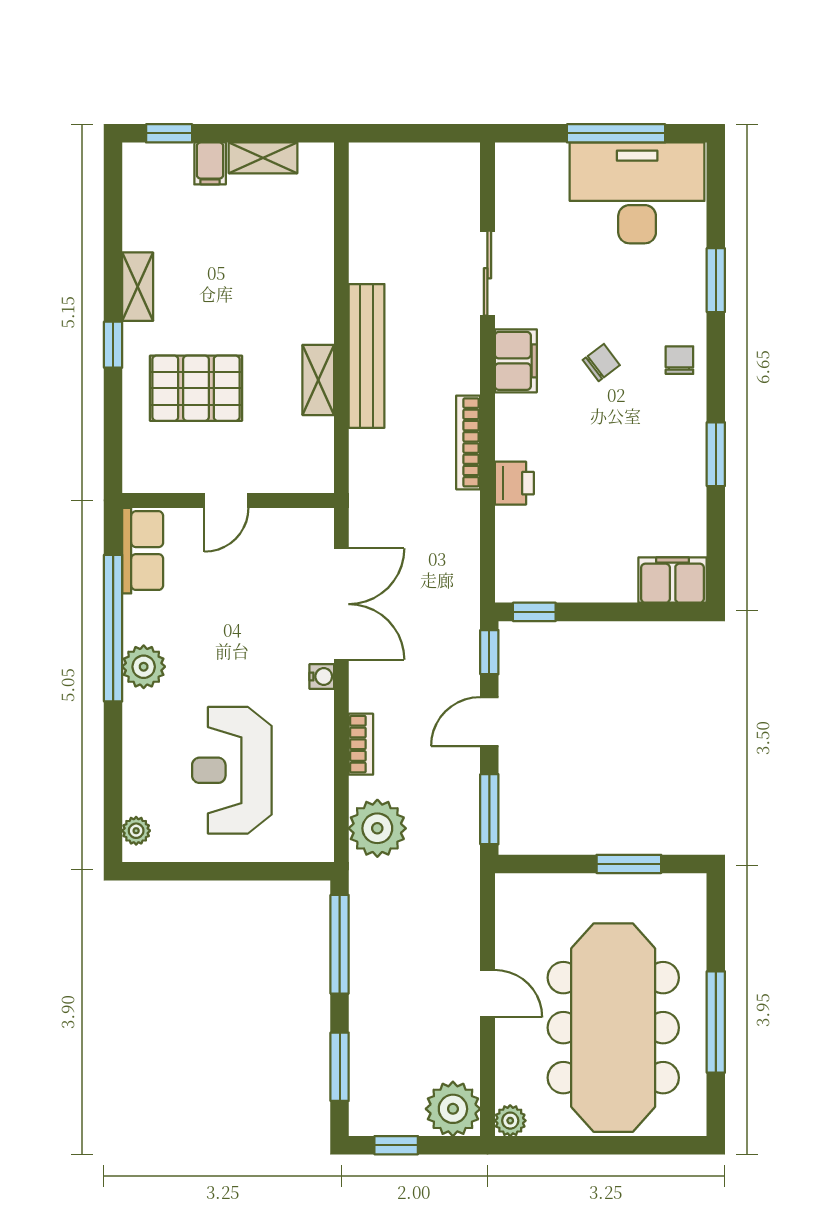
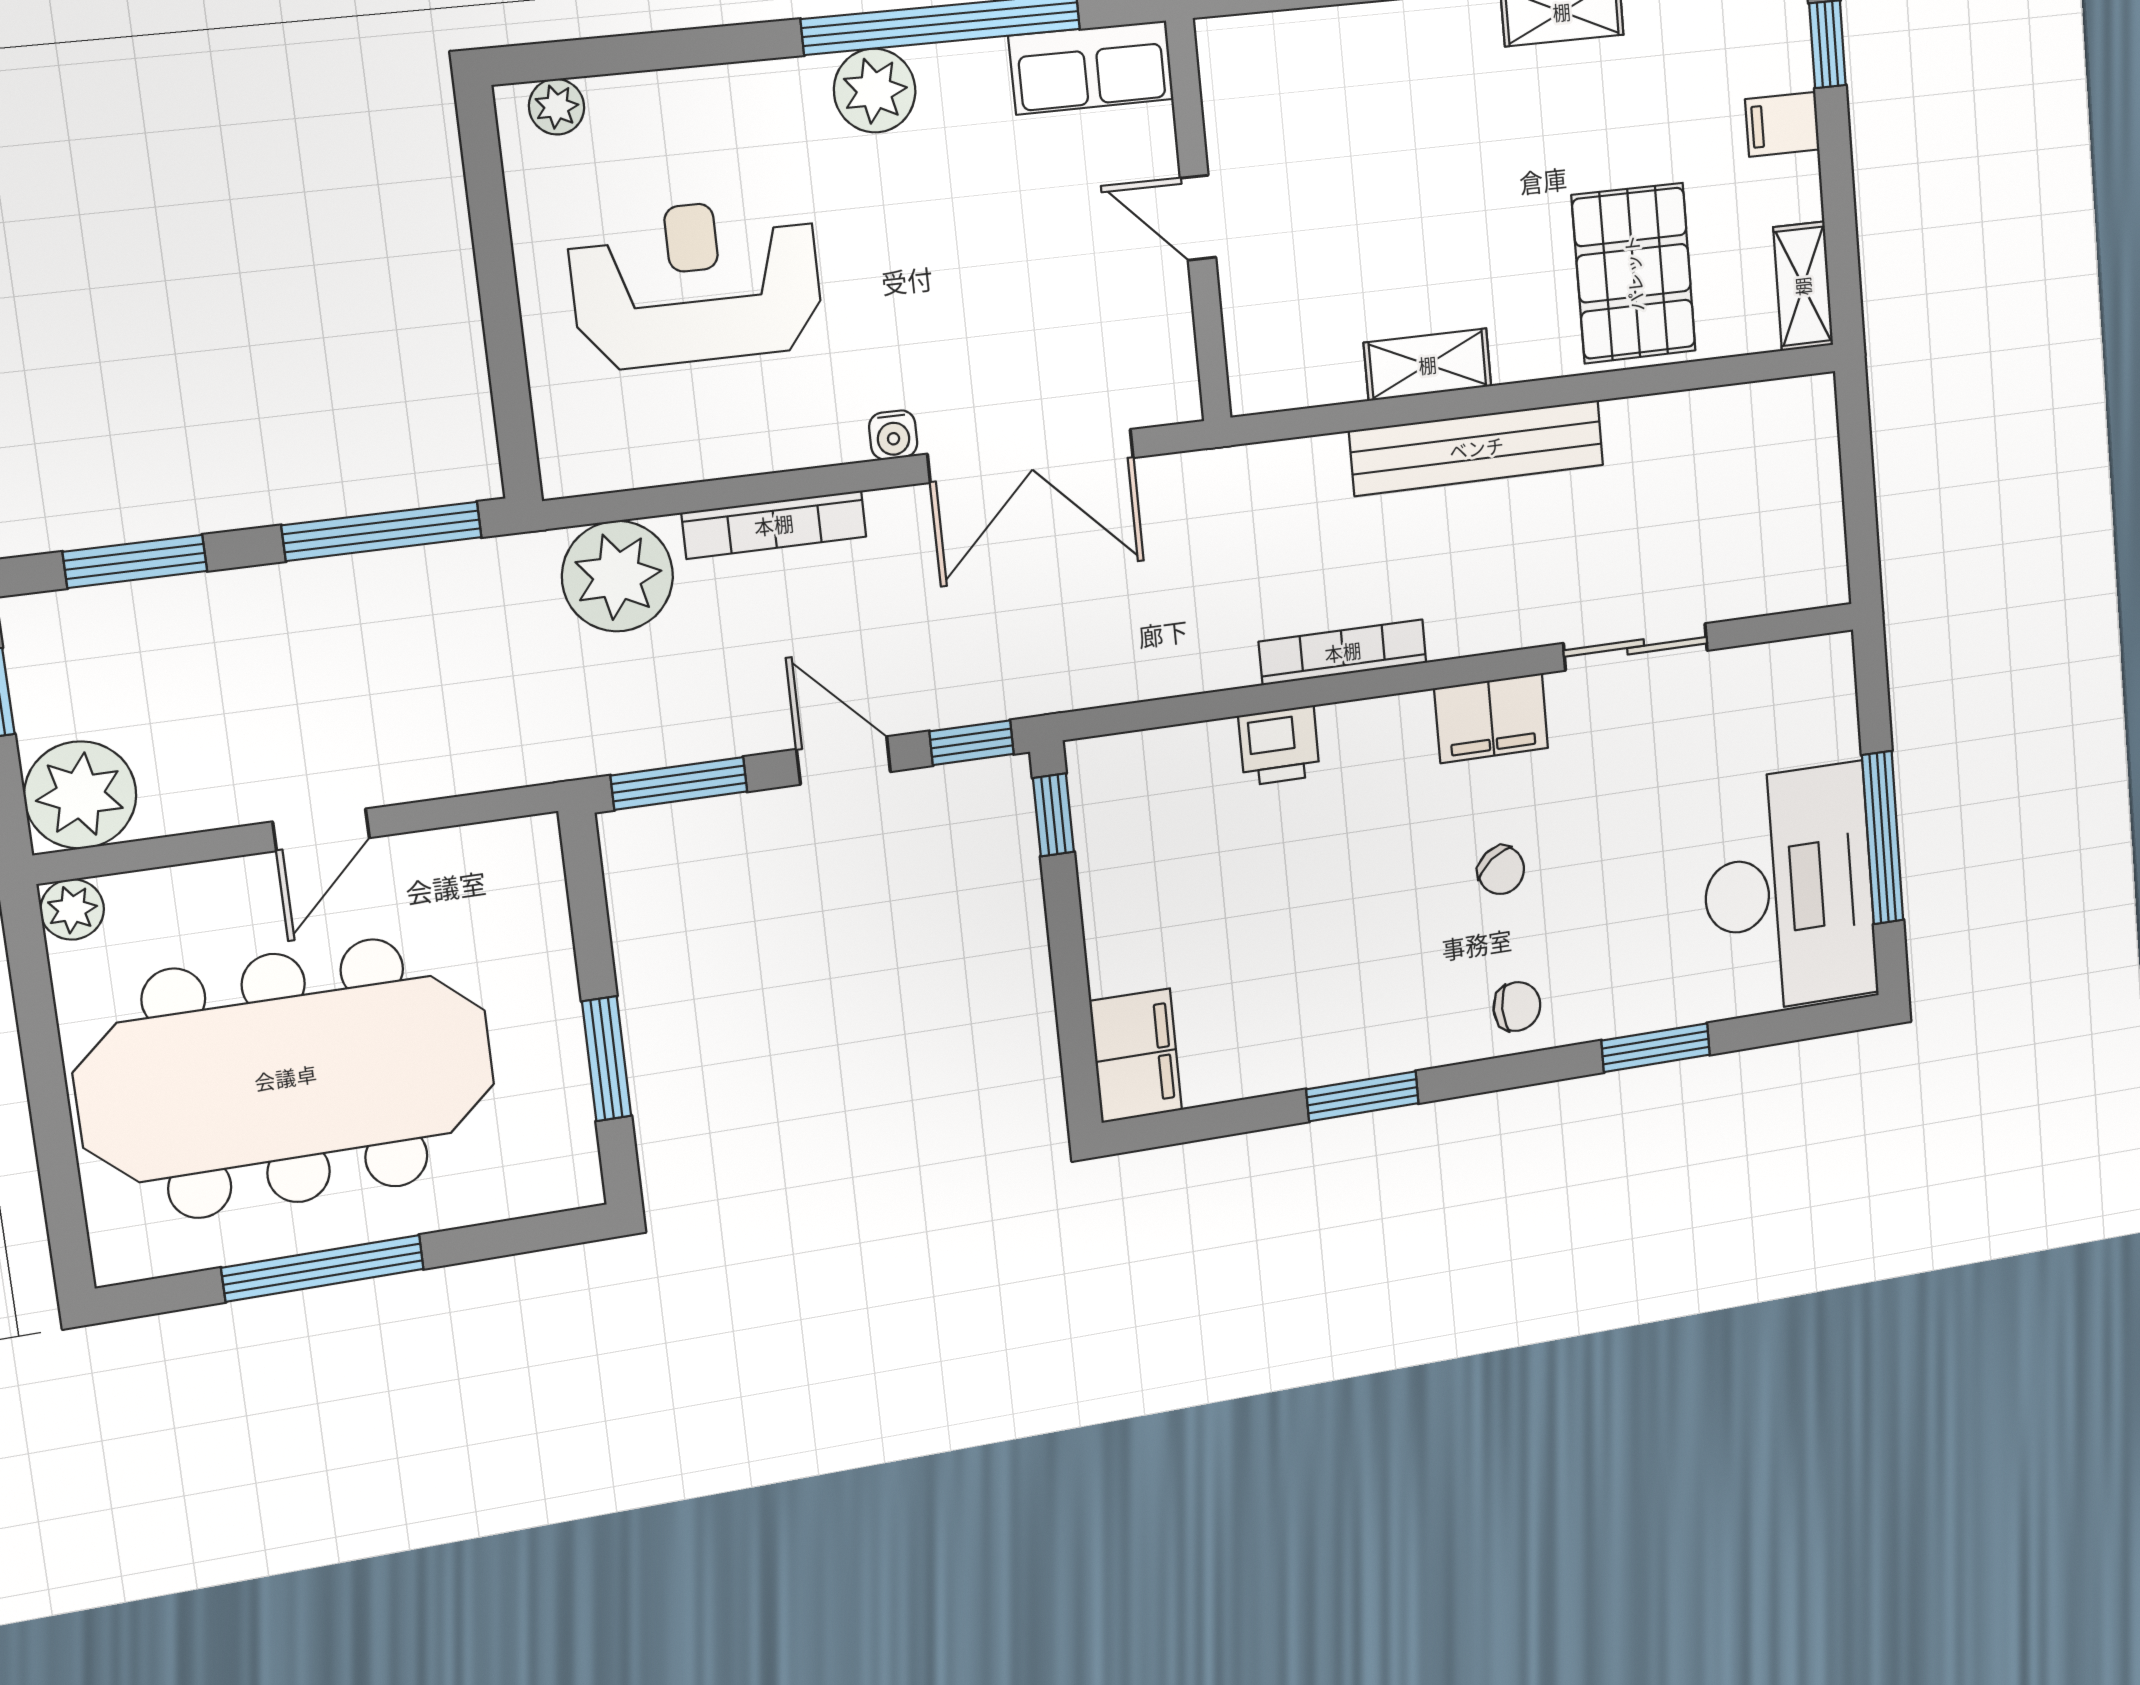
shelving: (263, 158) -> (1803, 286), moved
pallet: (196, 388) -> (1634, 273), moved
bookcase: (361, 744) -> (774, 525), width x1.56

